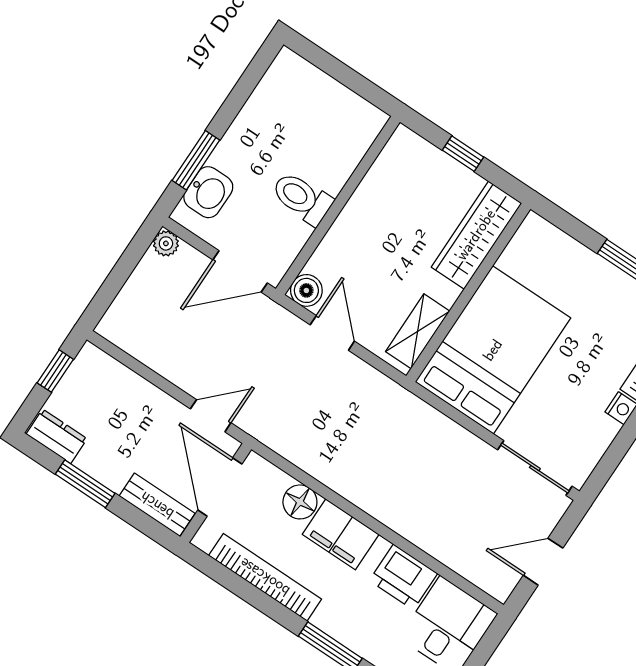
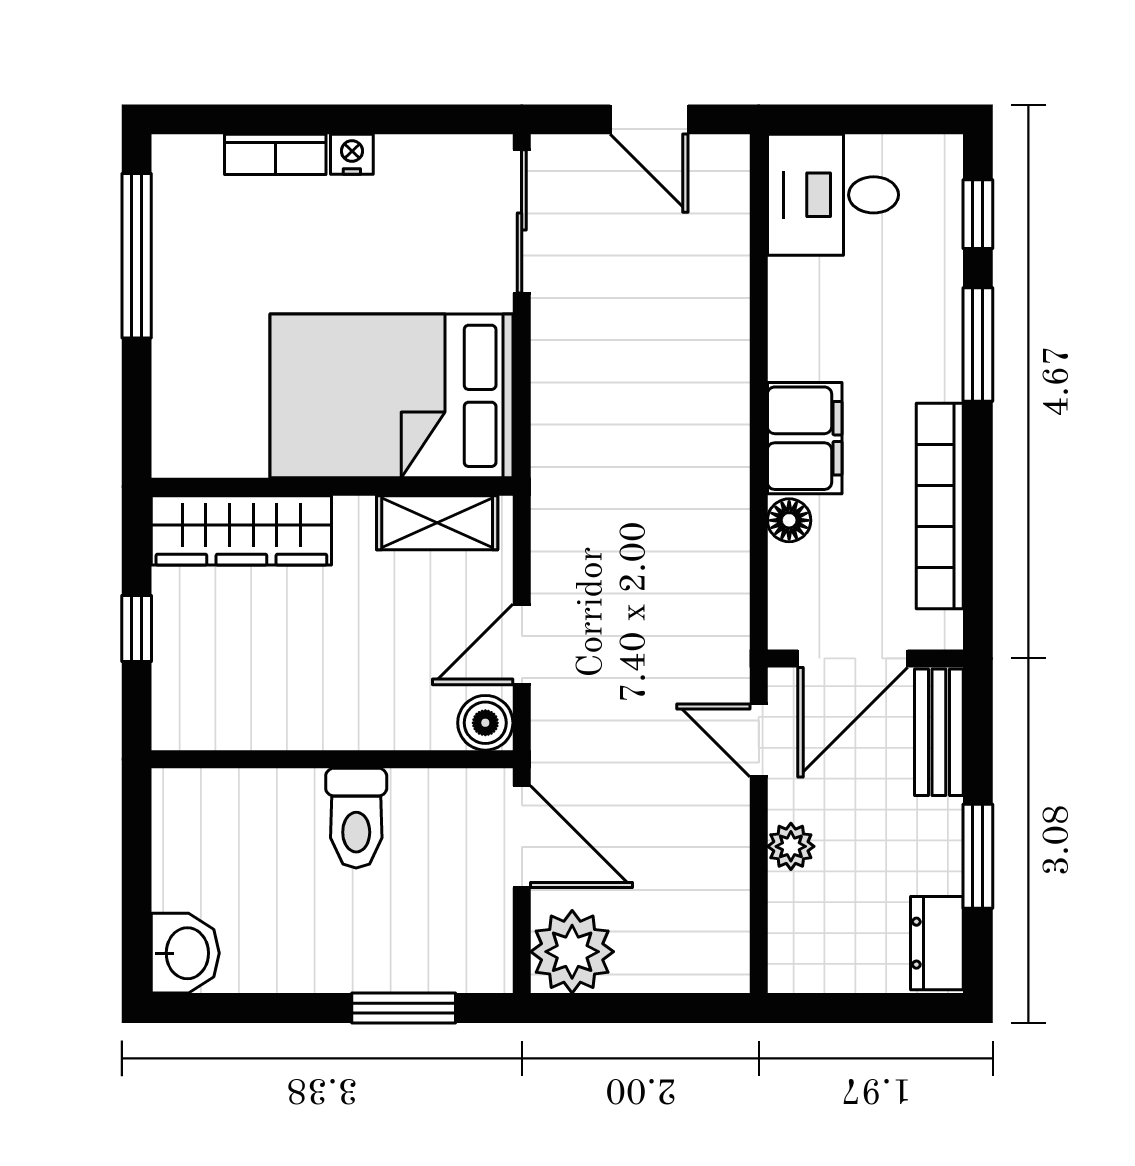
washbasin: (208, 192) -> (185, 953), moved, turned 90
plant: (166, 243) -> (572, 952), width x1.88, depth x1.88
window: (55, 371) -> (844, 1008), removed
plant: (150, 397) -> (791, 846), added
floor lamp: (300, 502) -> (789, 520), width x0.73, depth x0.73
printer: (403, 577) -> (806, 307), removed

